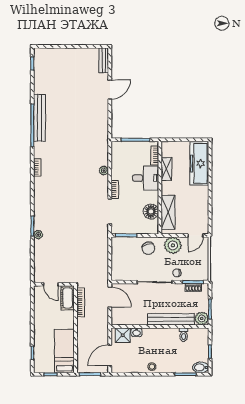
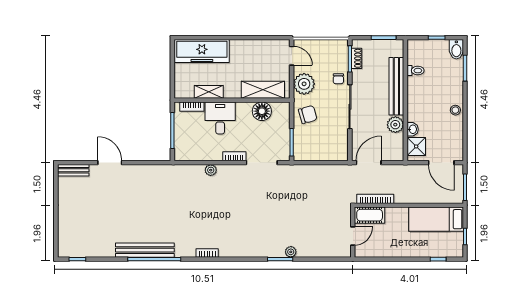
plant: (202, 318) -> (395, 125), moved

